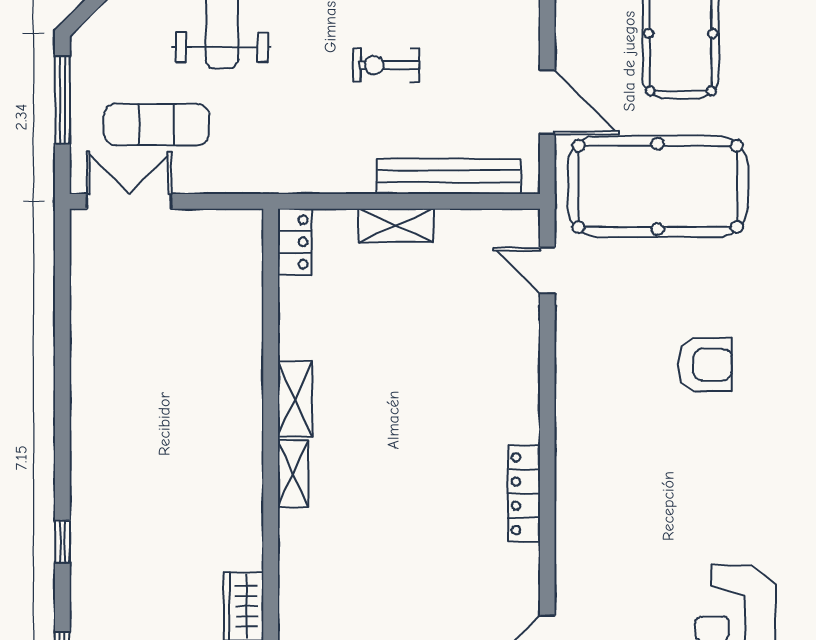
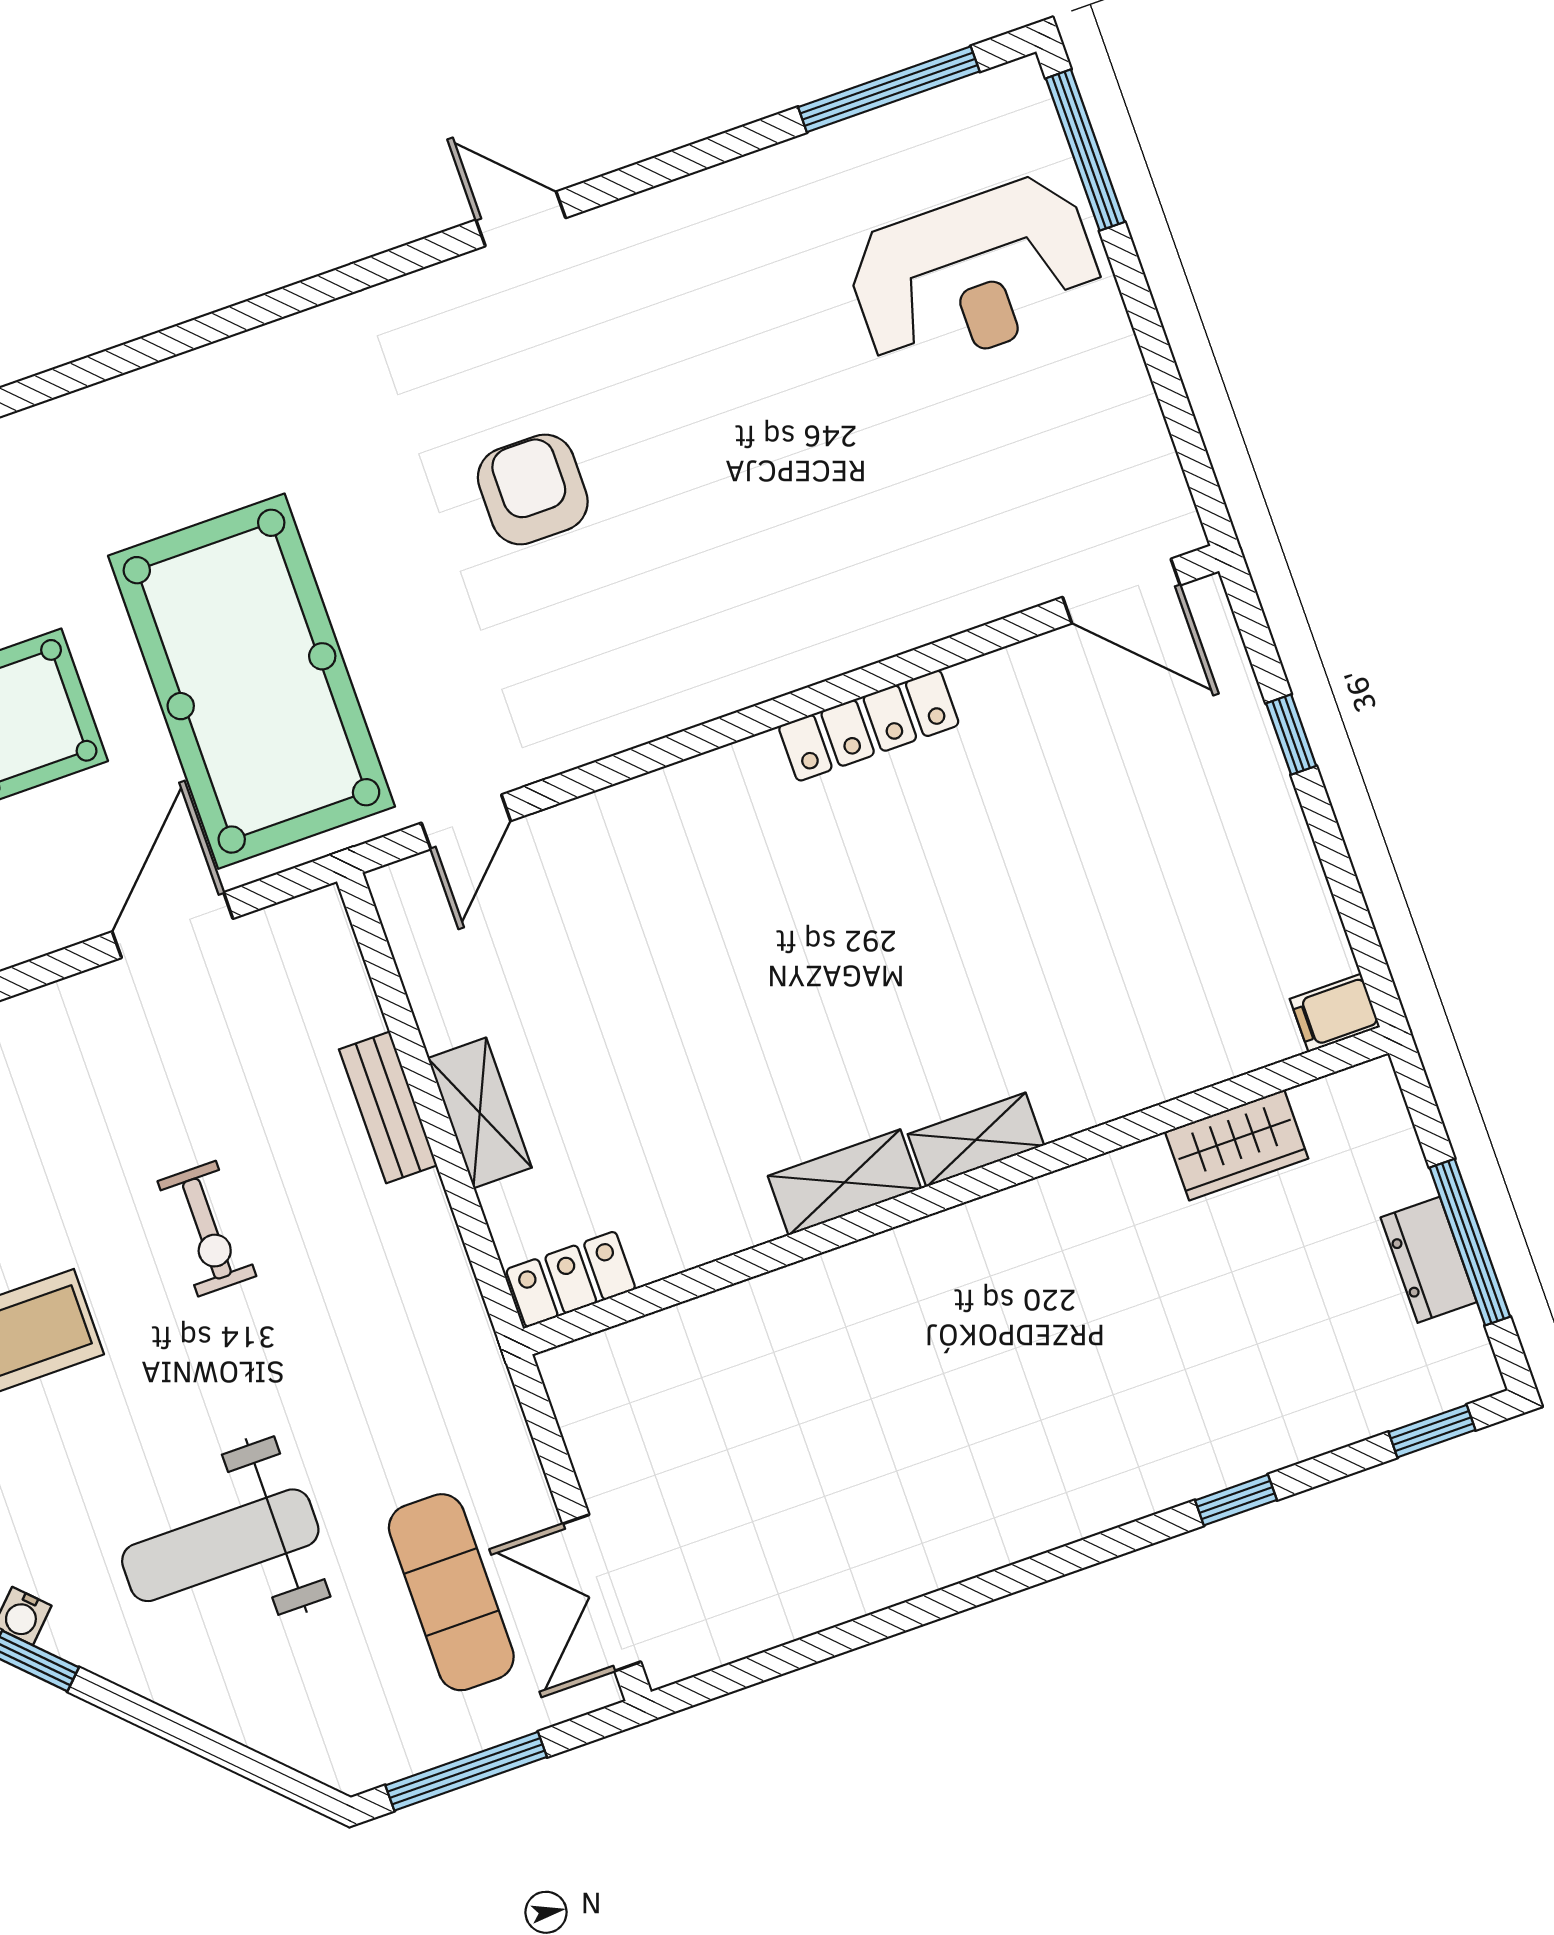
bench: (449, 176) -> (388, 1107), width x0.54, depth x0.82

